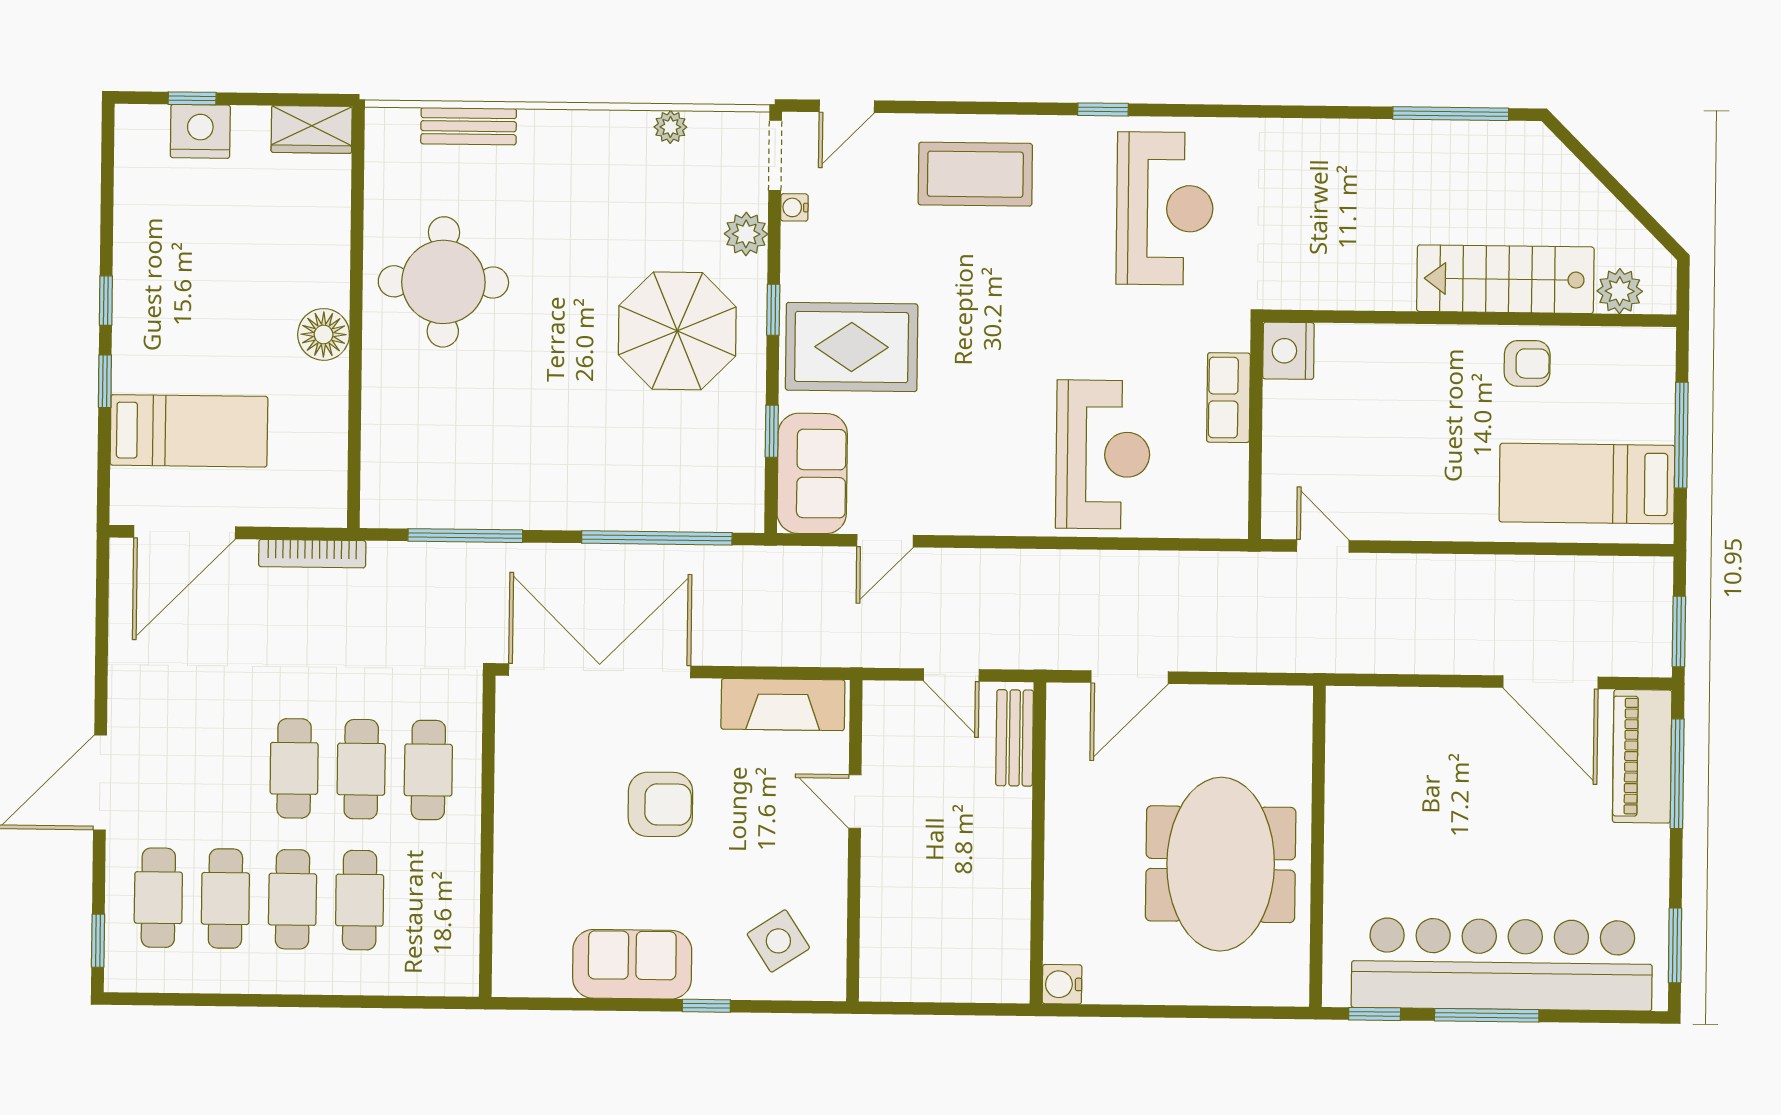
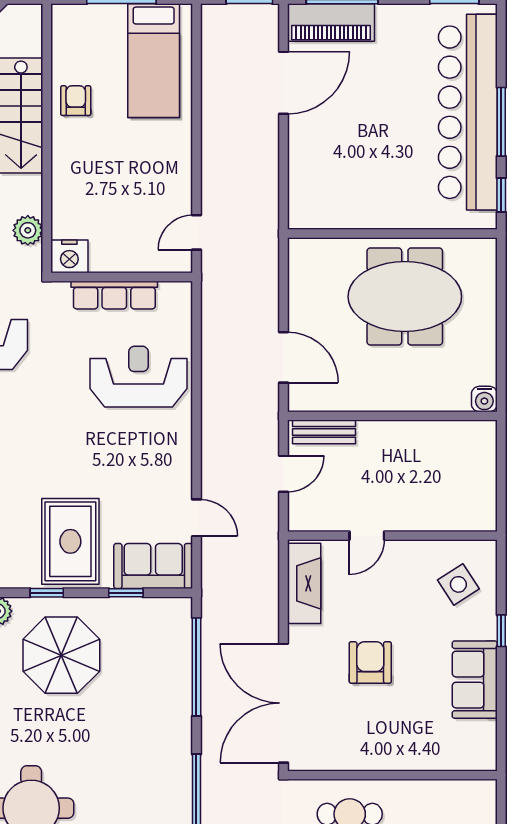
plant: (1620, 291) -> (28, 230), moved
row of seats: (1228, 398) -> (114, 295), width x1.48

